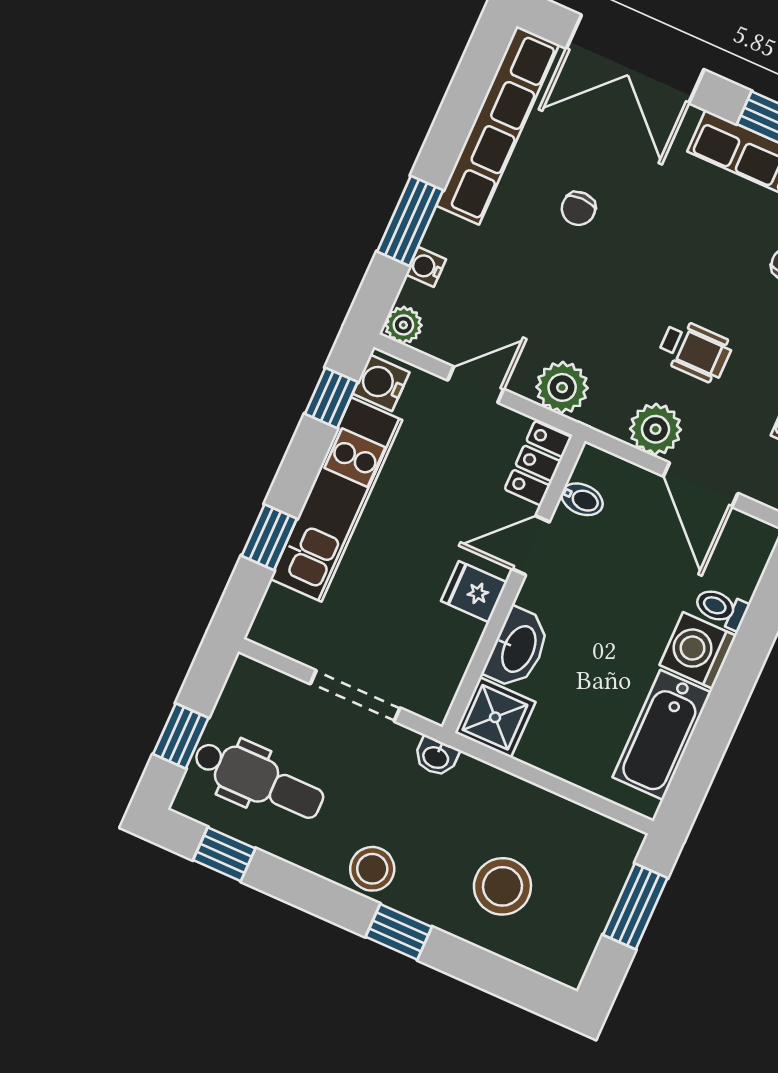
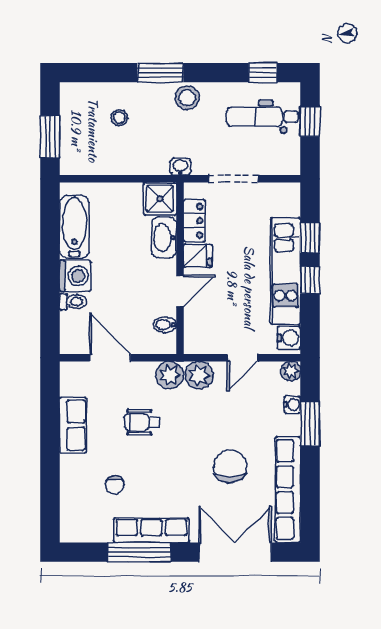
chair: (578, 209) -> (230, 466), width x1.87, depth x1.87
window: (331, 398) -> (310, 280), moved
plant: (655, 429) -> (170, 375), moved
locker: (538, 463) -> (194, 221), moved
stool: (502, 886) -> (119, 118), width x0.53, depth x0.53
window: (399, 932) -> (160, 73), width x1.50

